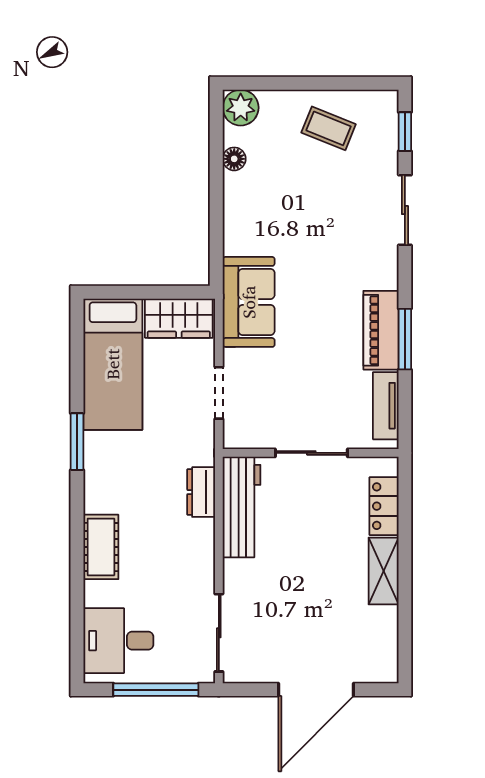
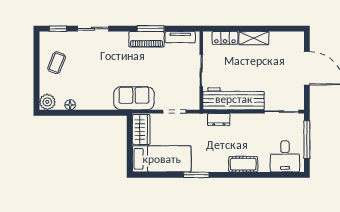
workbench: (242, 507) -> (234, 99), width x1.36, depth x1.32

